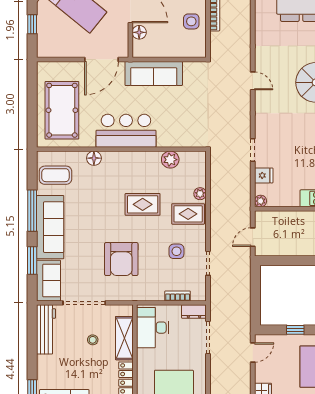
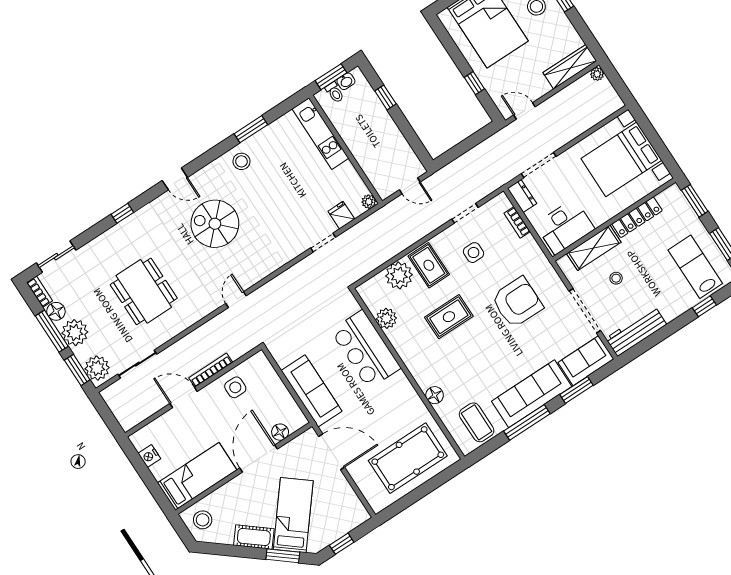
door: (253, 81) -> (236, 300), moved
bar counter: (126, 131) -> (366, 349), moved
plant: (200, 194) -> (399, 275), width x1.88, depth x1.88
rug: (143, 204) -> (449, 317), turned 90

